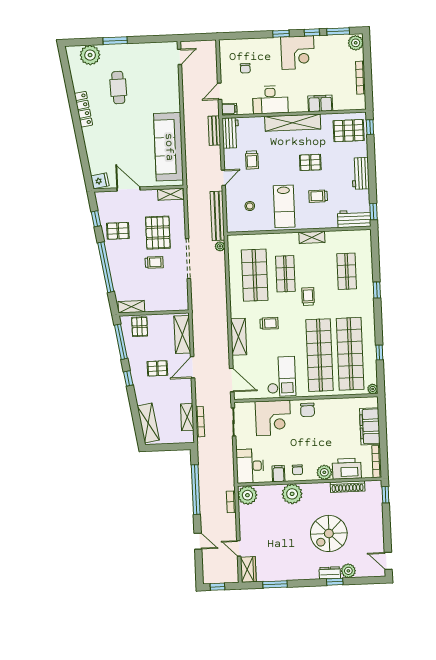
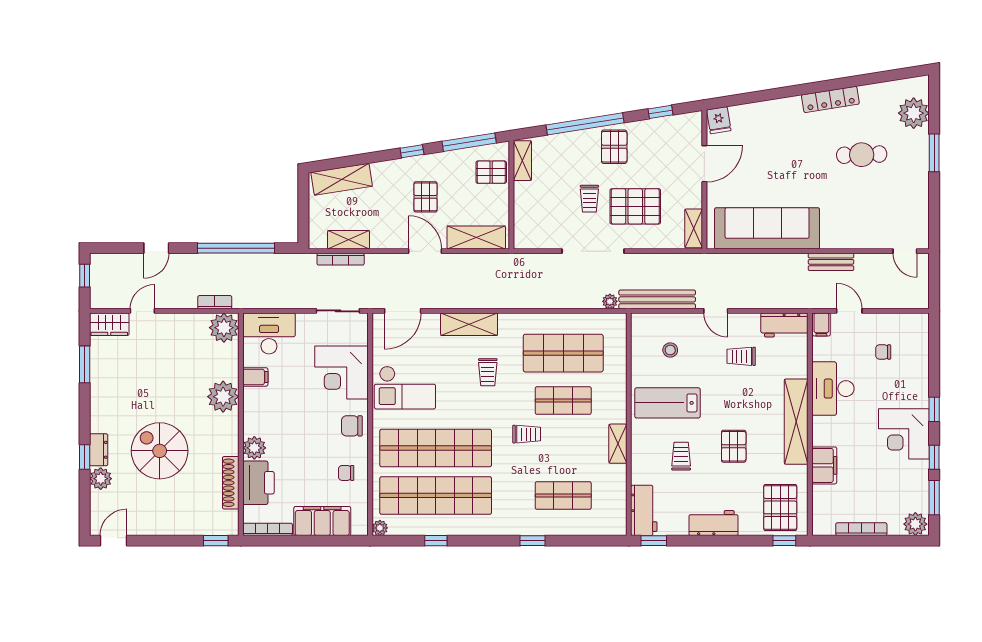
bench: (214, 131) -> (831, 262), moved
pallet: (118, 231) -> (614, 147), moved
chair: (297, 470) -> (346, 473), moved

